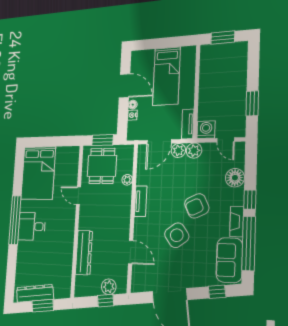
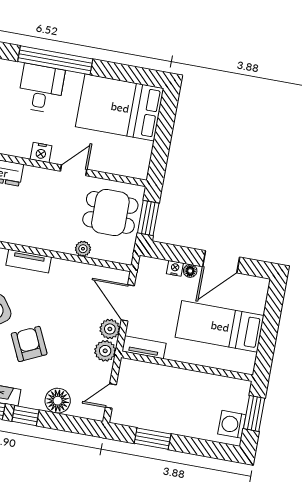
washing machine: (206, 130) -> (232, 424), moved, turned 180
tv unit: (141, 201) -> (29, 261), moved
nightstand: (70, 220) -> (41, 152), added

